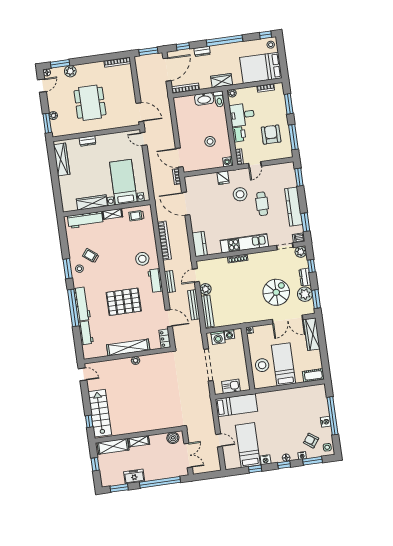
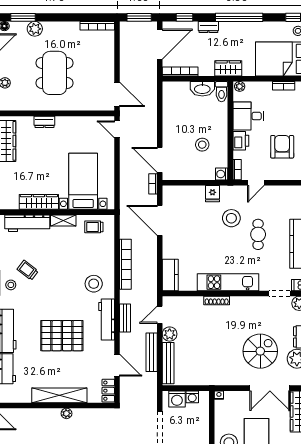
workbench: (155, 280) -> (107, 320), width x1.38

